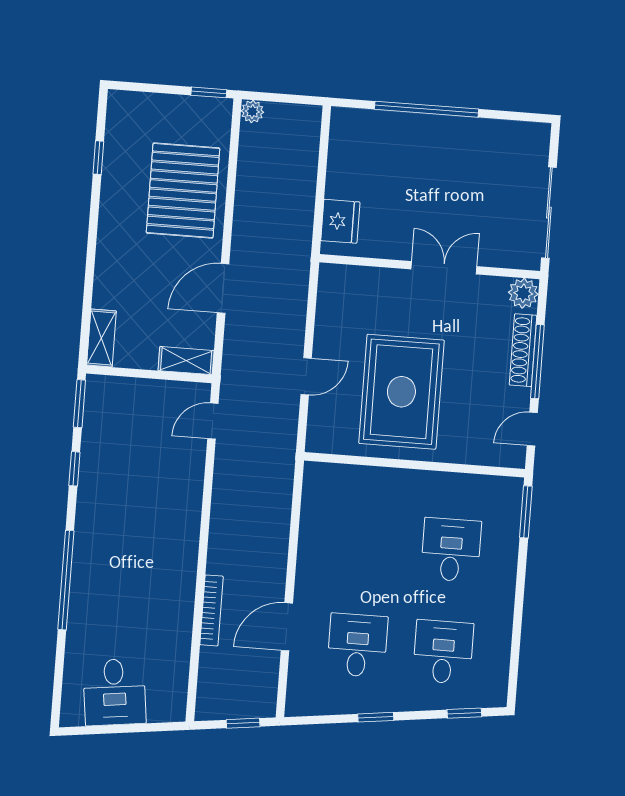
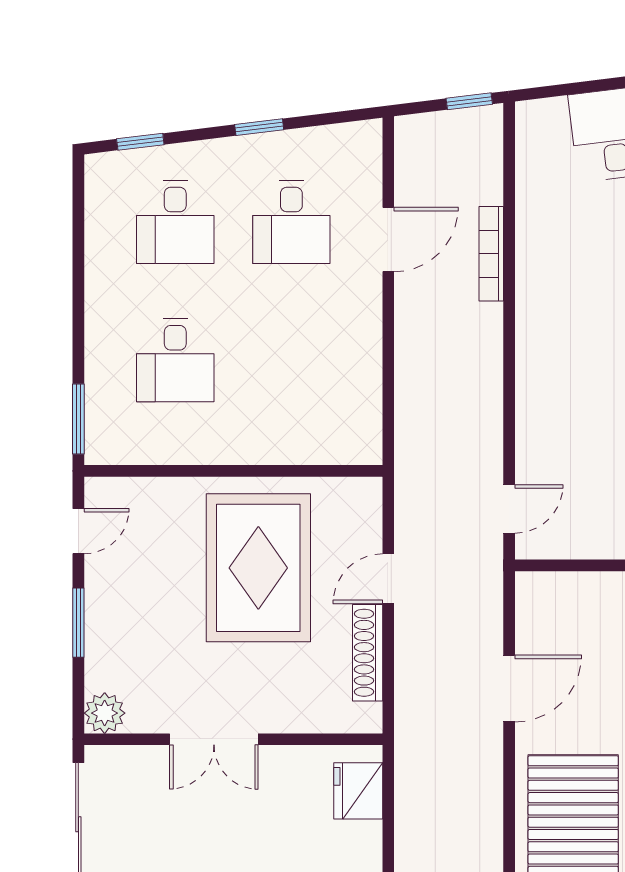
shoe rack: (523, 350) -> (368, 653), moved, turned 180
shelving: (186, 361) -> (551, 587), removed
window: (537, 362) -> (78, 623), width x0.69
window: (243, 723) -> (469, 101), moved

